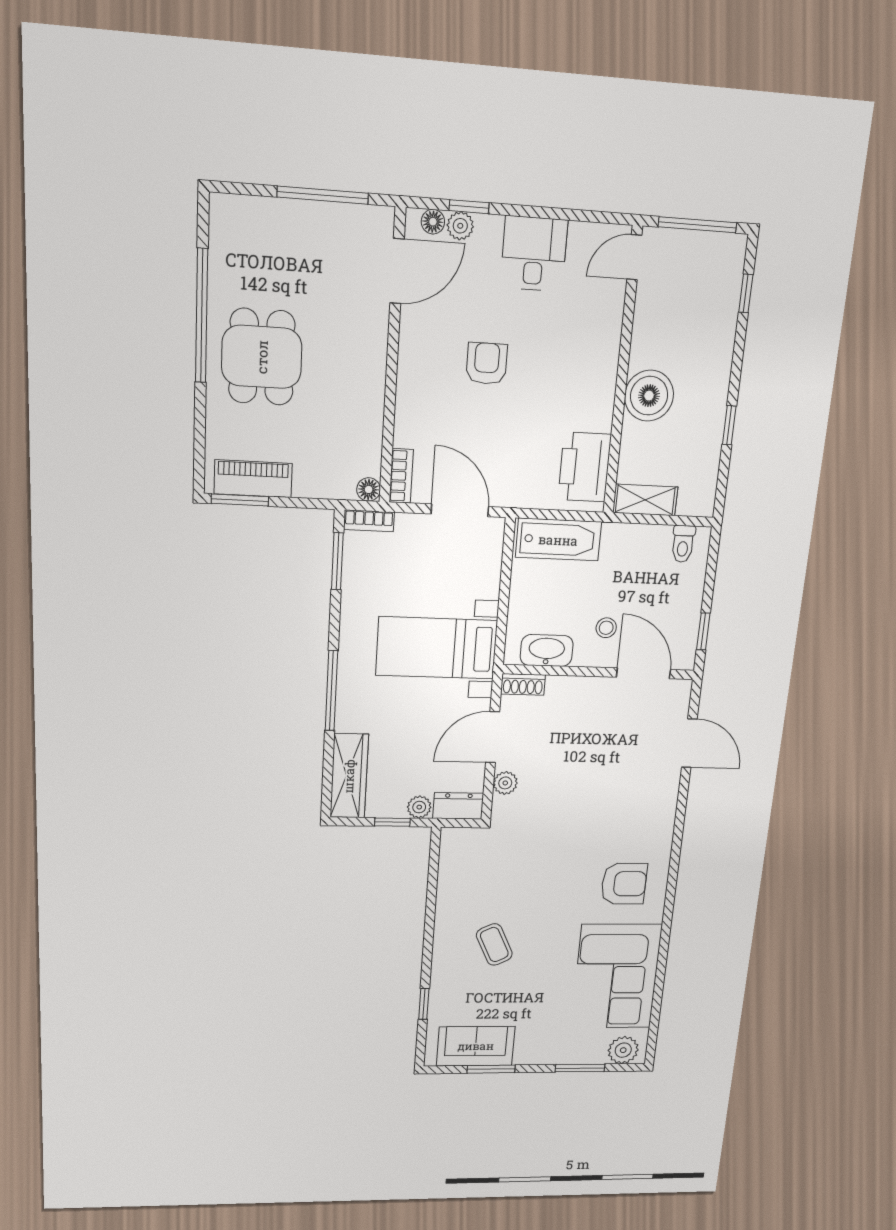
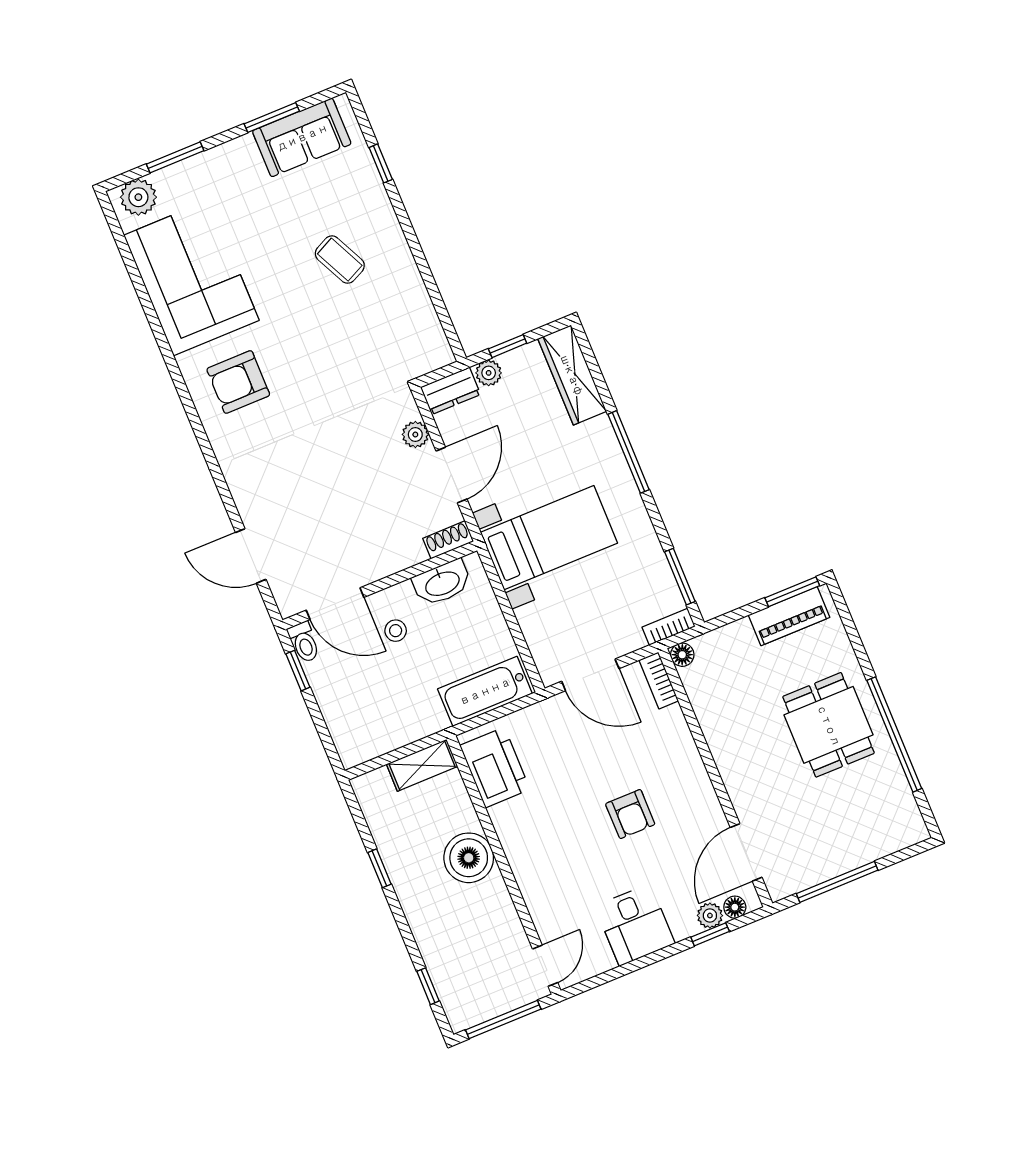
toilet: (683, 544) -> (304, 642), moved, turned 180

